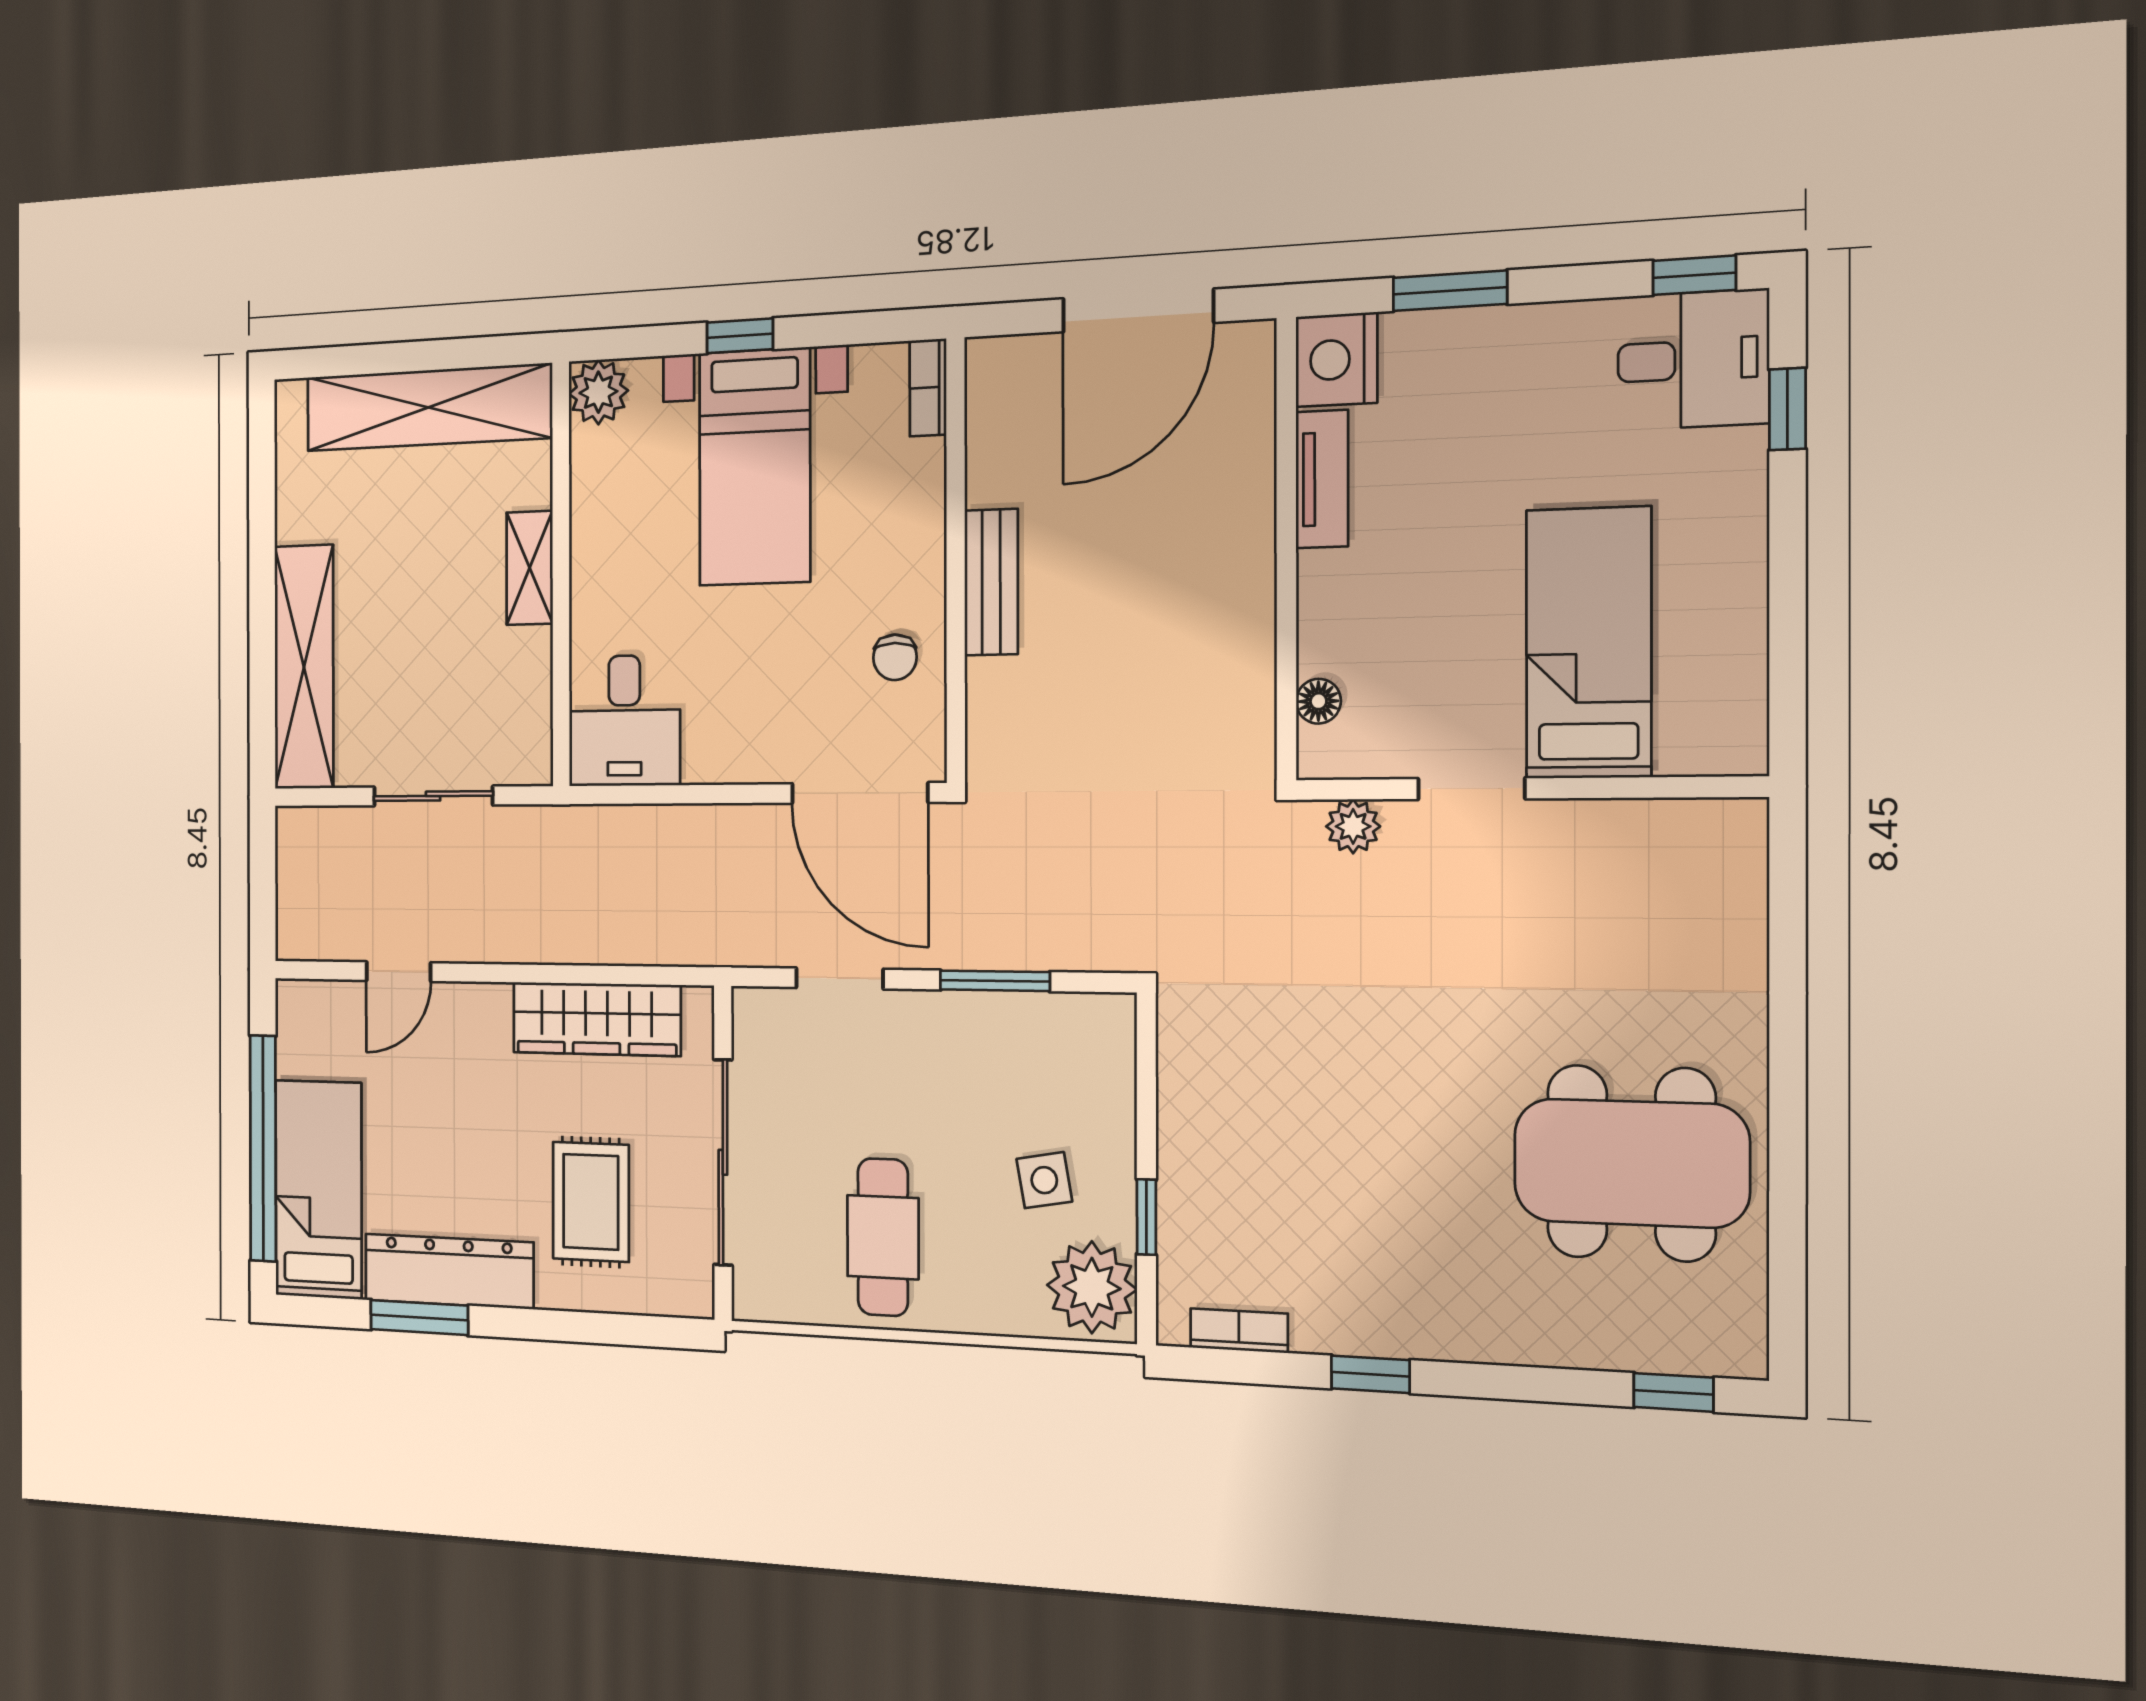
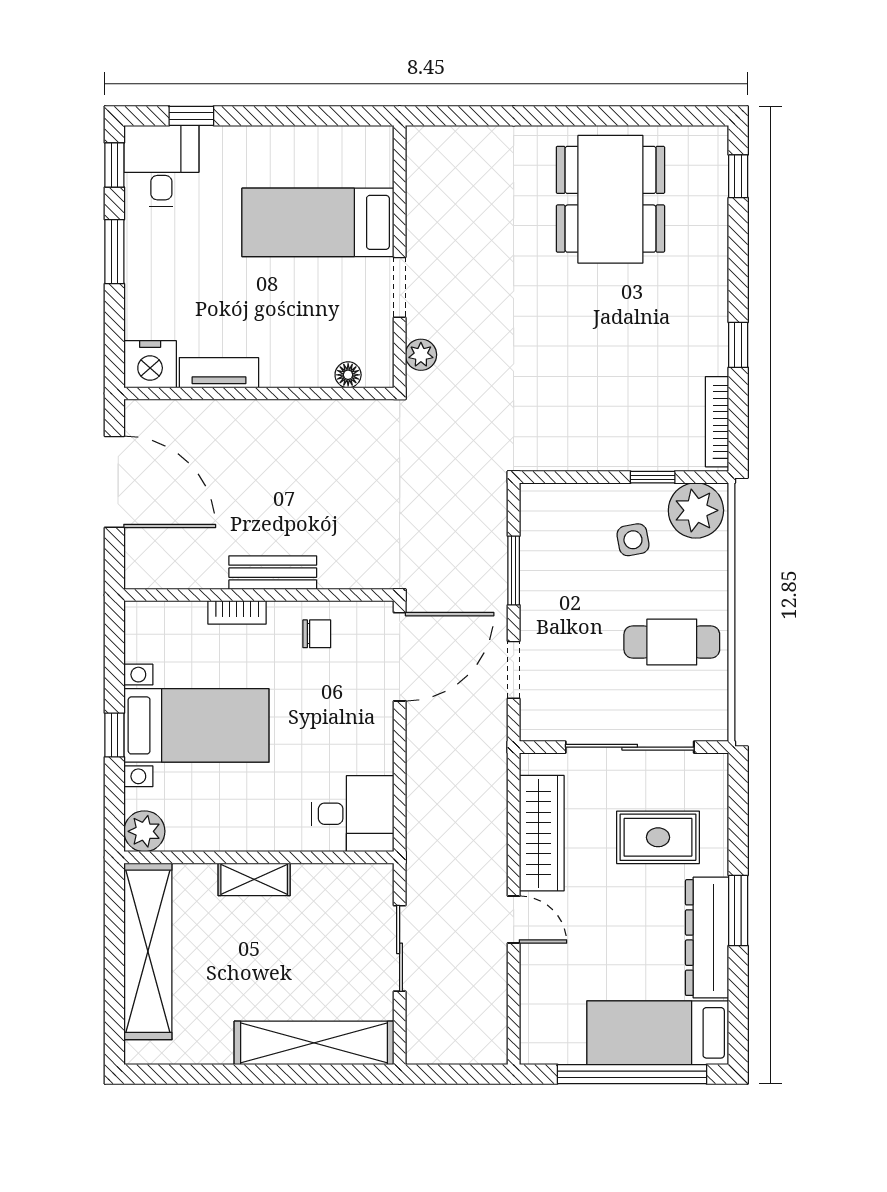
window: (1450, 291) -> (114, 252), moved
bookcase: (928, 387) -> (237, 612), moved
door: (399, 972) -> (514, 920), moved
window: (419, 1317) -> (738, 911), moved
bookcase: (1239, 1331) -> (717, 422), width x1.56

